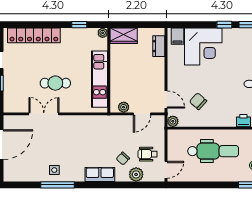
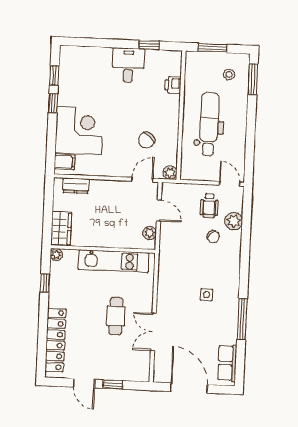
side table: (54, 170) -> (207, 295), moved
row of seats: (100, 174) -> (227, 363), moved

